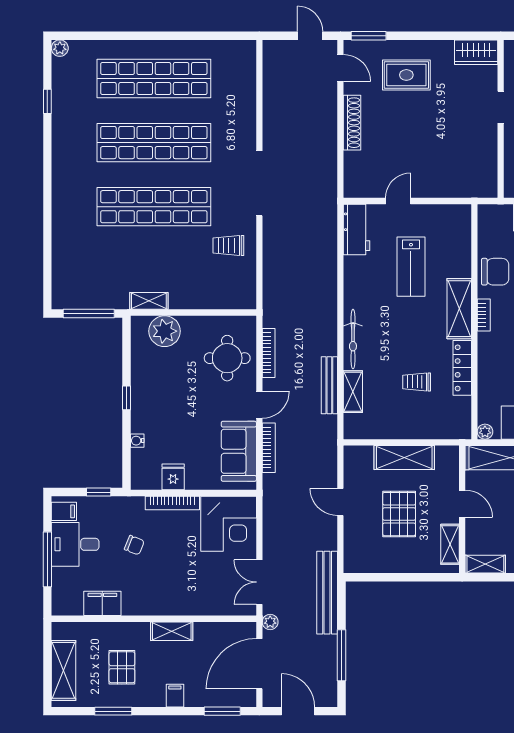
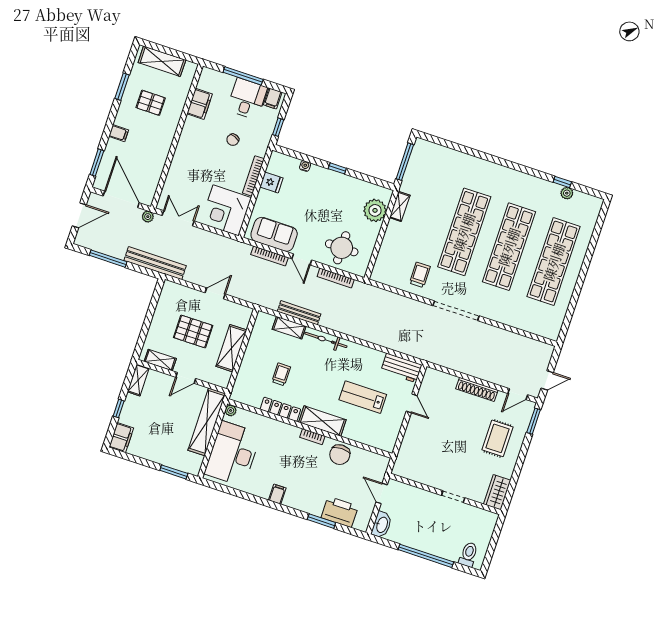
plant: (60, 48) -> (567, 193), moved
shelving: (172, 631) -> (164, 146), removed

